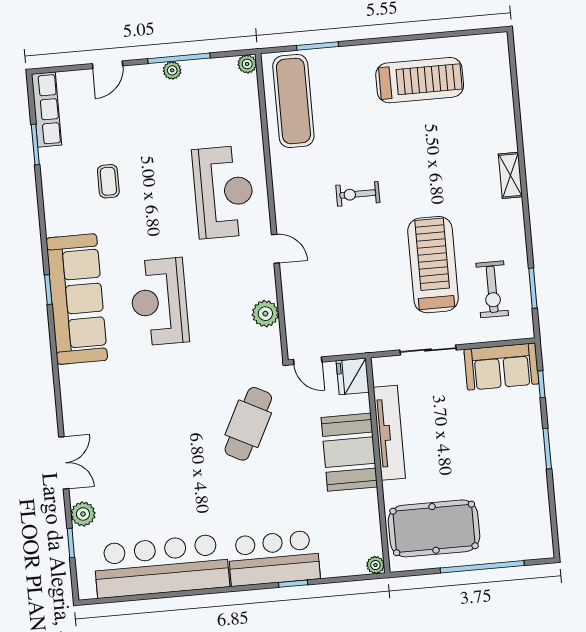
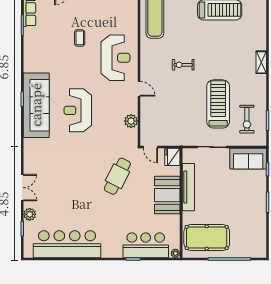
coffee table: (108, 181) -> (80, 38), moved
bar counter: (274, 558) -> (146, 245), moved

